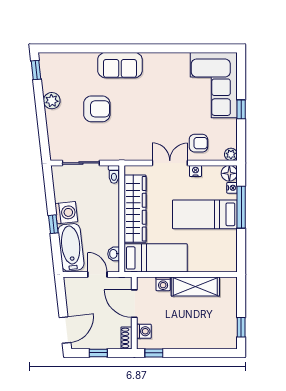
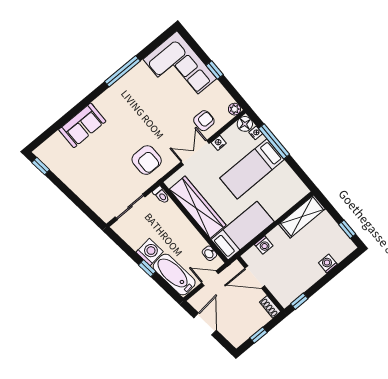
window: (166, 48) -> (122, 71), added
sofa: (120, 65) -> (82, 125), moved
plant: (52, 101) -> (71, 179), removed
armchair: (97, 109) -> (147, 160), moved, turned 90
shelving: (195, 286) -> (302, 216), moved
door: (65, 330) -> (205, 324), moved
washing machine: (144, 331) -> (328, 264), moved, turned -90

